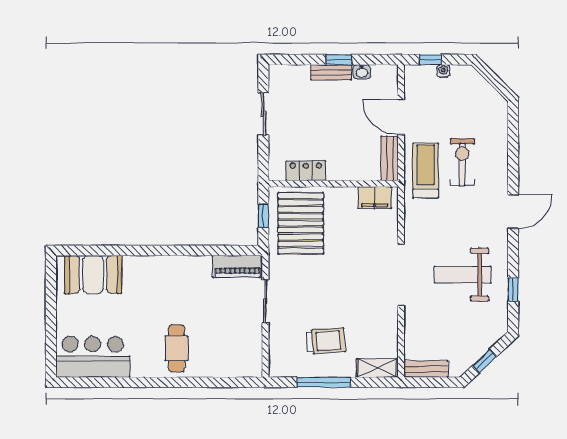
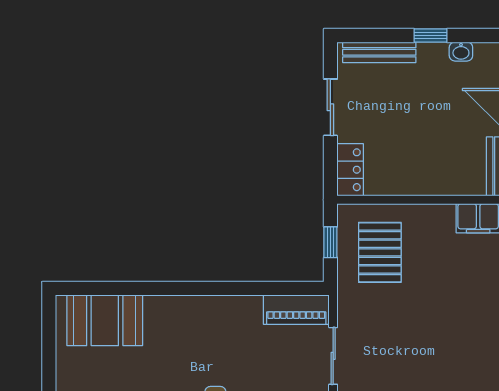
bench: (331, 72) -> (379, 52), moved, width x1.36
locker: (306, 171) -> (350, 170), moved, turned 90
pallet: (301, 223) -> (380, 252), width x0.73, depth x0.71

